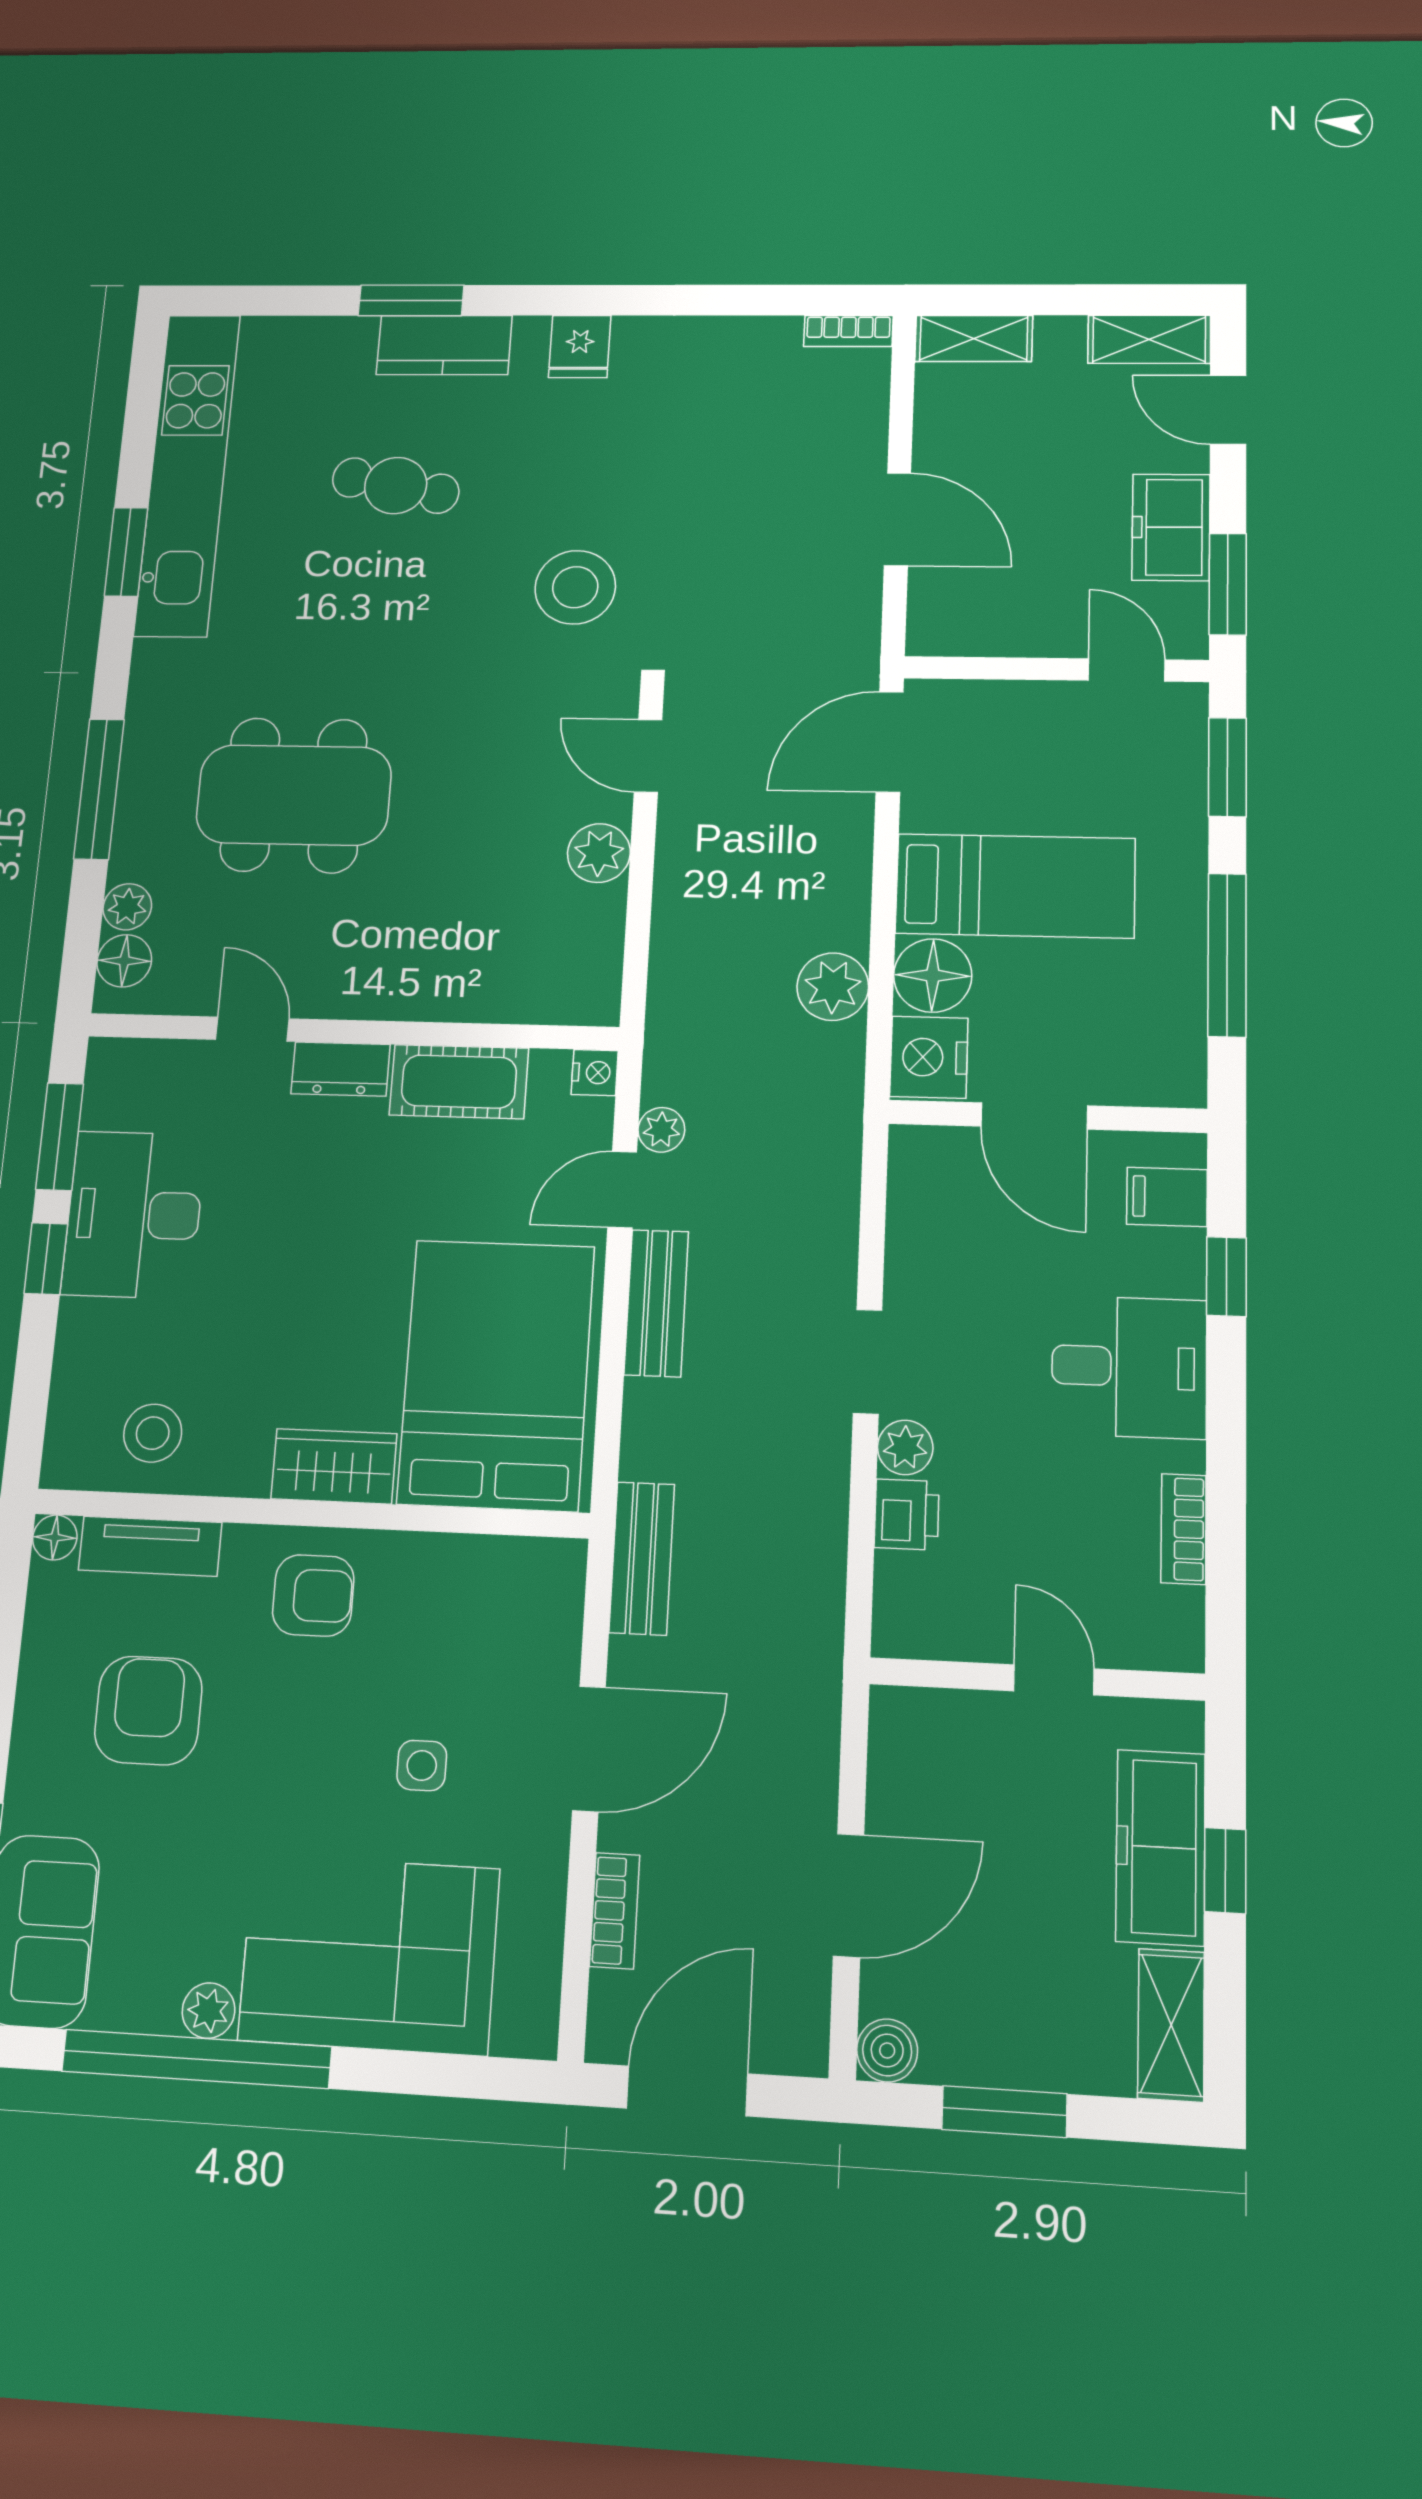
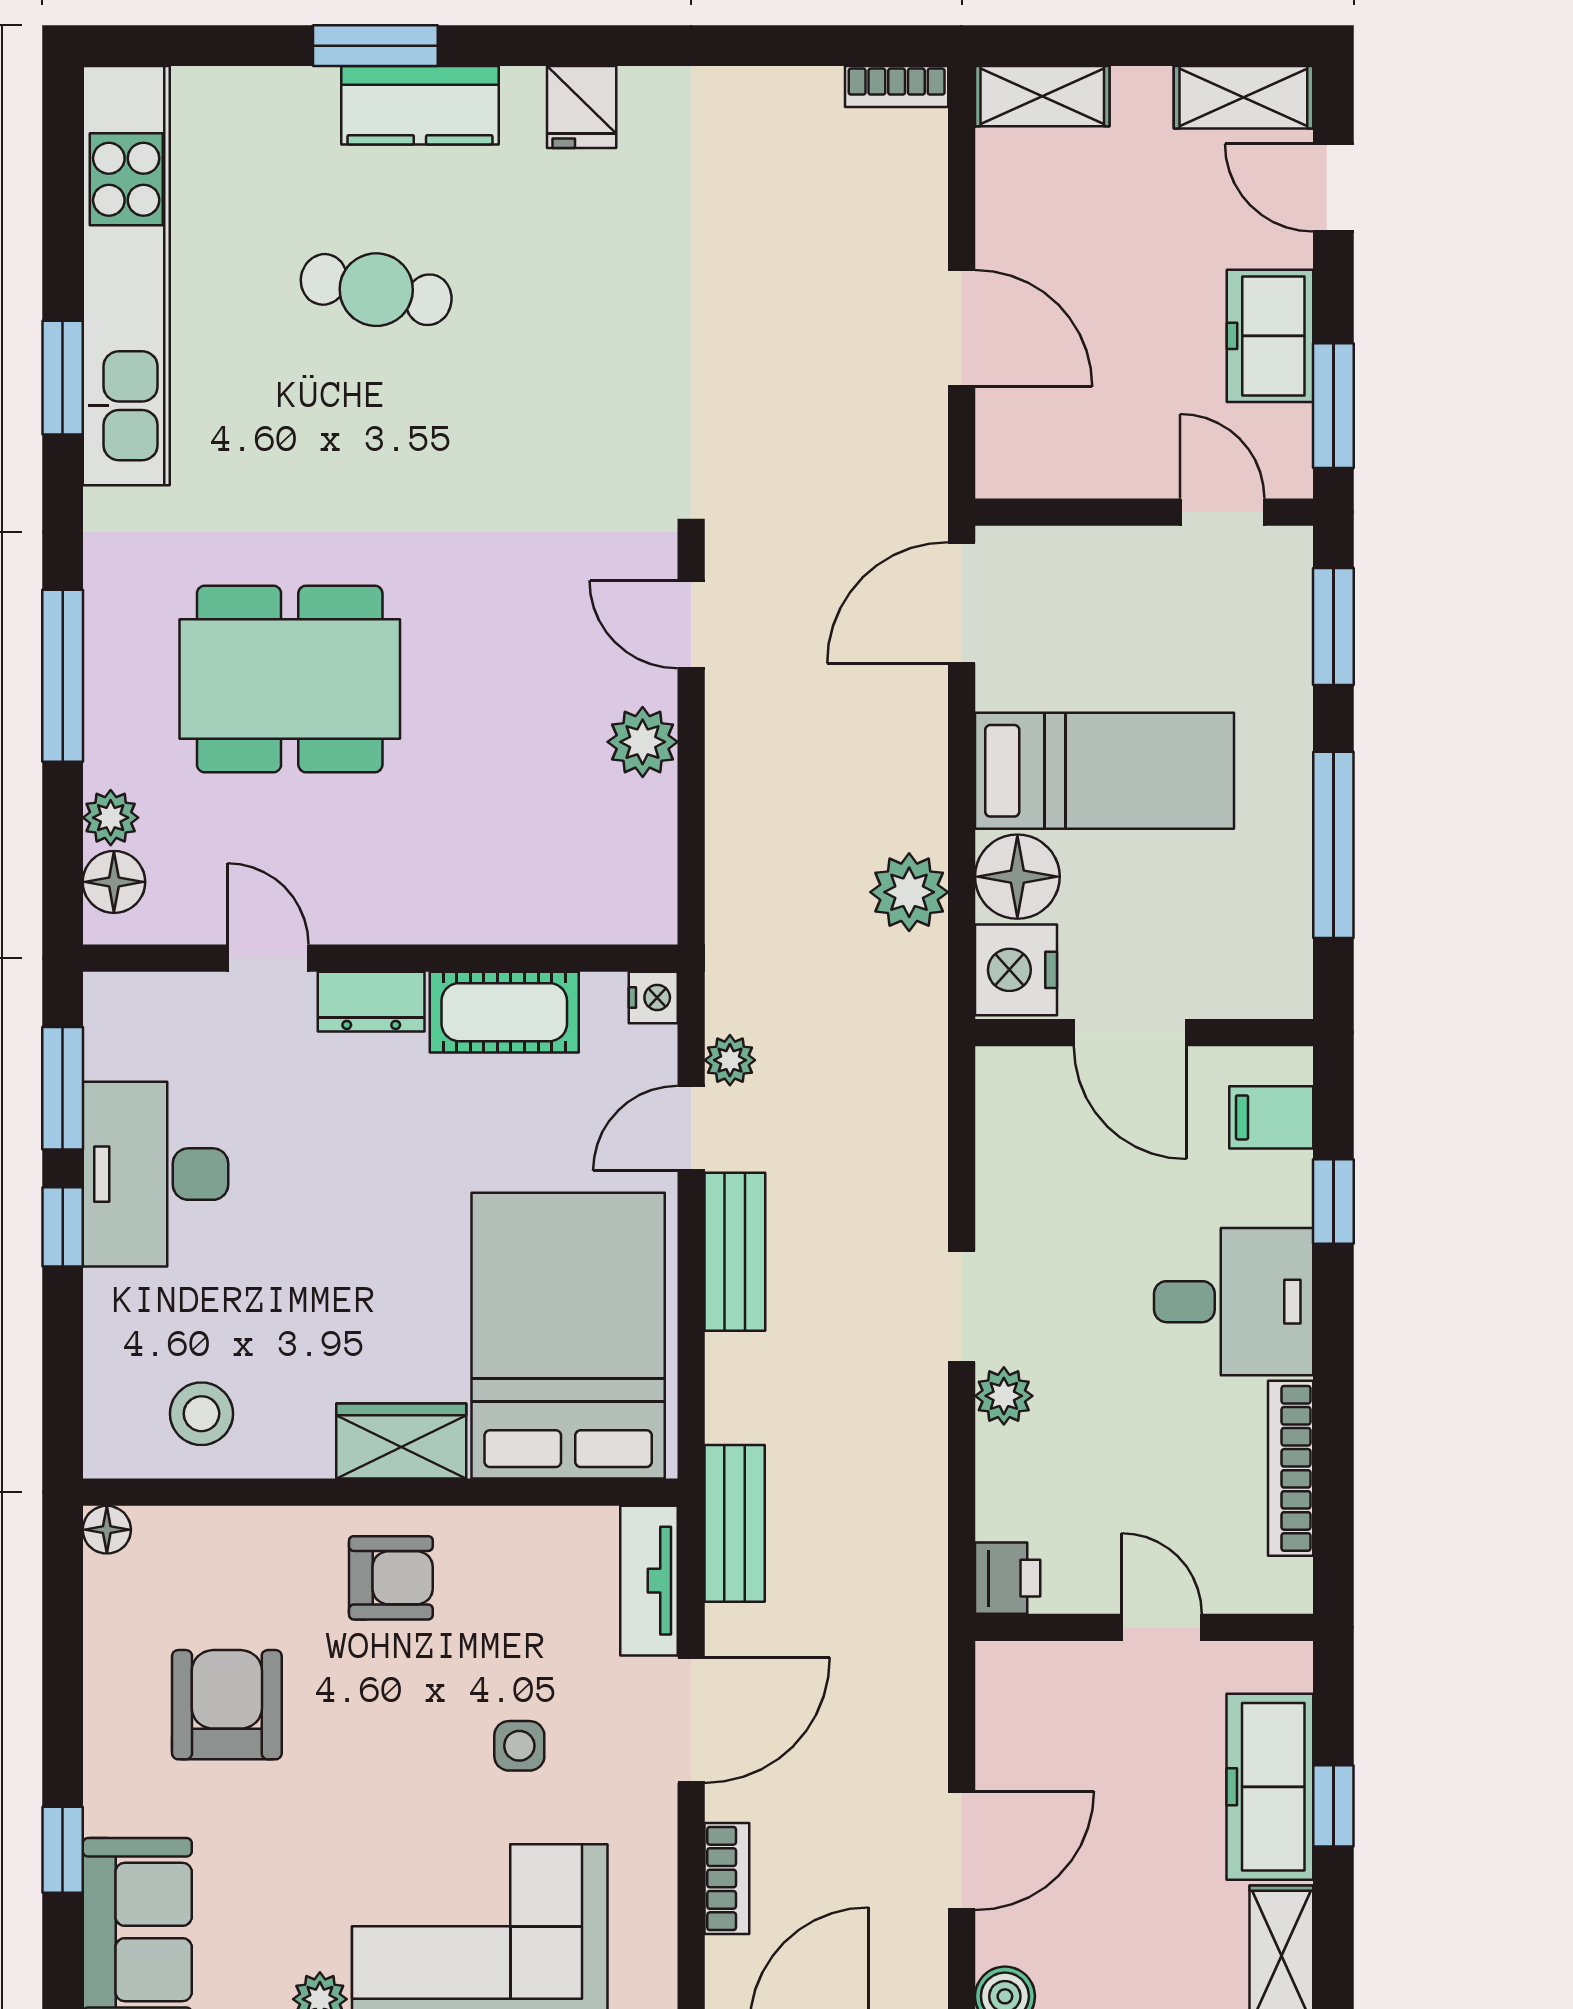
stool: (575, 587) -> (596, 417), removed
printer: (907, 1514) -> (1008, 1578), moved
bookcase: (1184, 1529) -> (1291, 1468), width x1.56
tv unit: (150, 1546) -> (649, 1581), moved, turned 90

